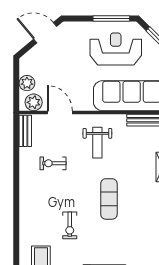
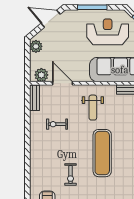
window: (111, 18) -> (92, 7), moved
plant: (27, 83) -> (36, 46), moved
exercise mat: (109, 199) -> (102, 153), width x1.36, depth x1.45

